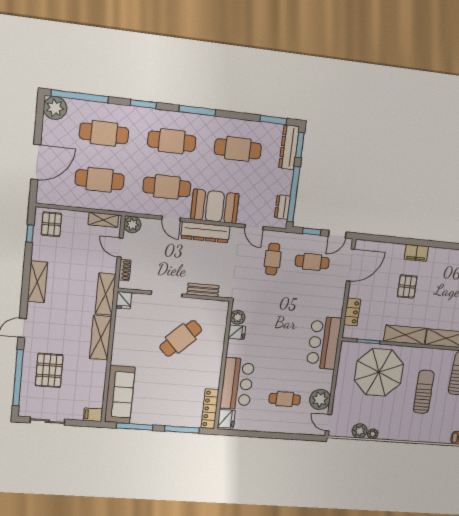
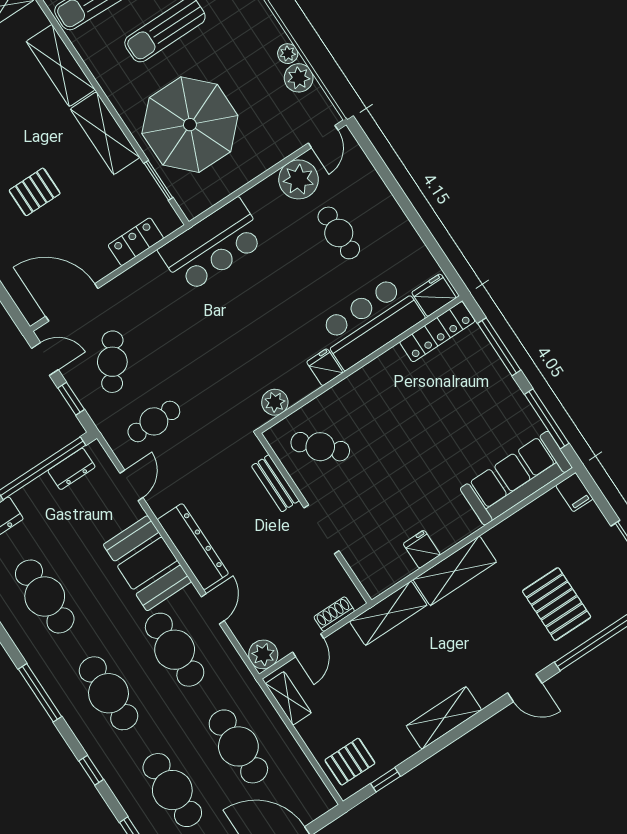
window: (143, 104) -> (91, 770), width x0.67
cafe table: (312, 262) -> (112, 362), turned 34
fridge: (124, 300) -> (422, 549), moved, turned -90
fridge: (237, 332) -> (325, 367), moved
cafe table: (181, 338) -> (320, 447), moved, width x0.73, depth x0.74
pallet: (49, 370) -> (557, 604), turned 90

